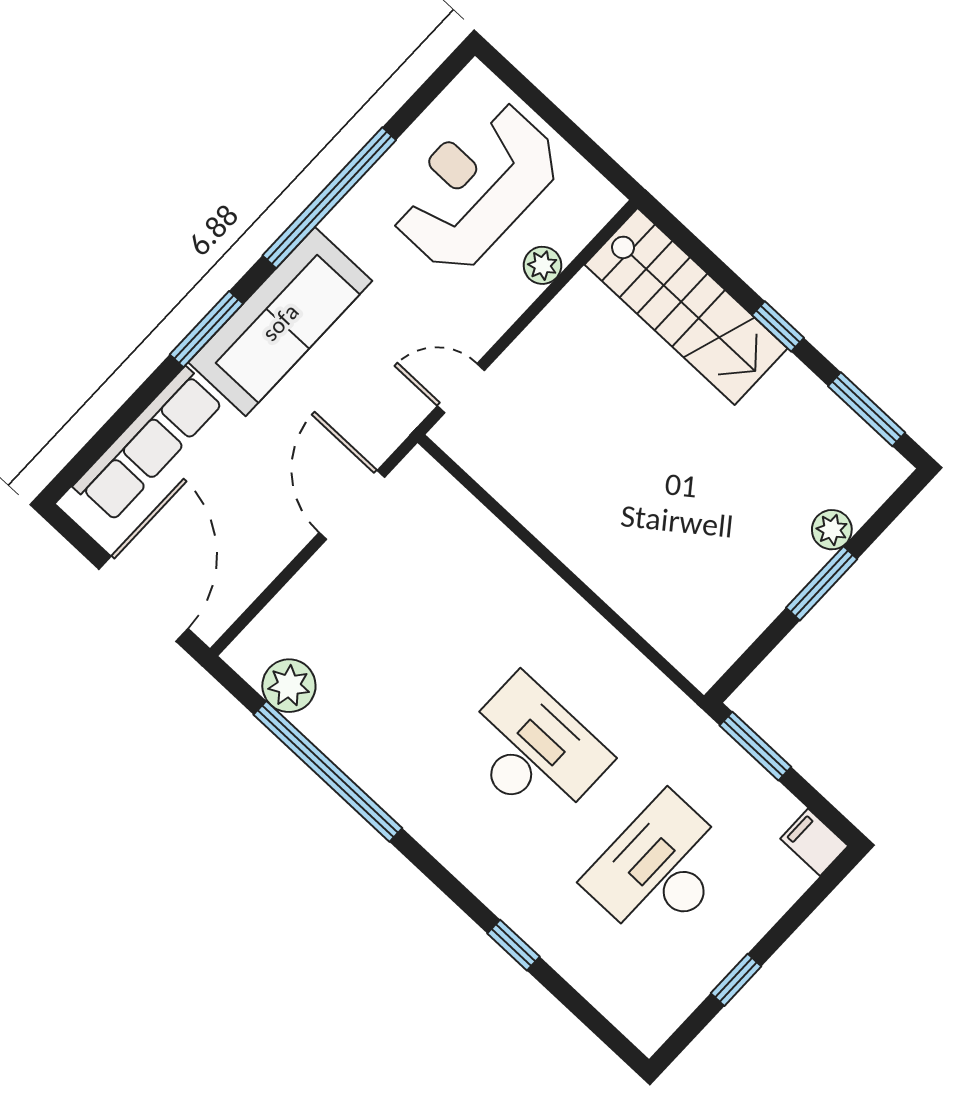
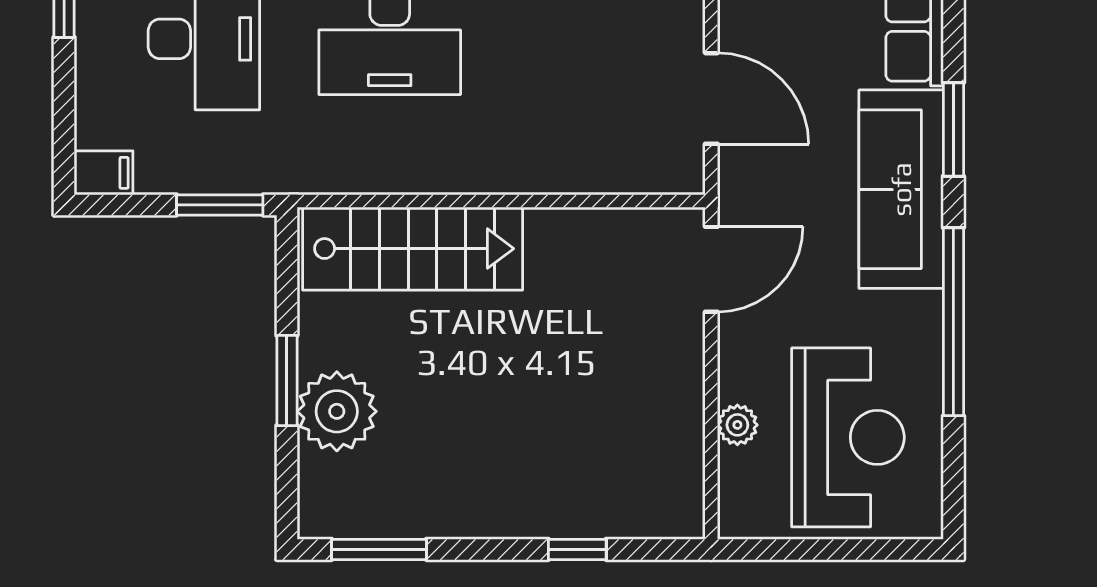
stairs: (686, 306) -> (413, 249), moved, turned 180
window: (778, 326) -> (577, 549), moved
door: (461, 388) -> (711, 269), width x1.38
plant: (832, 530) -> (337, 411), width x1.87, depth x1.87

